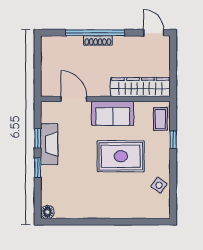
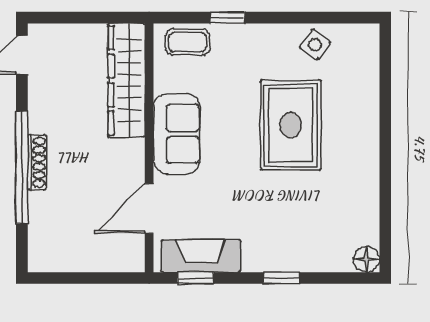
window: (38, 138) -> (195, 278), moved
fireplace: (49, 144) -> (201, 256), moved
rug: (121, 156) -> (291, 125), moved

